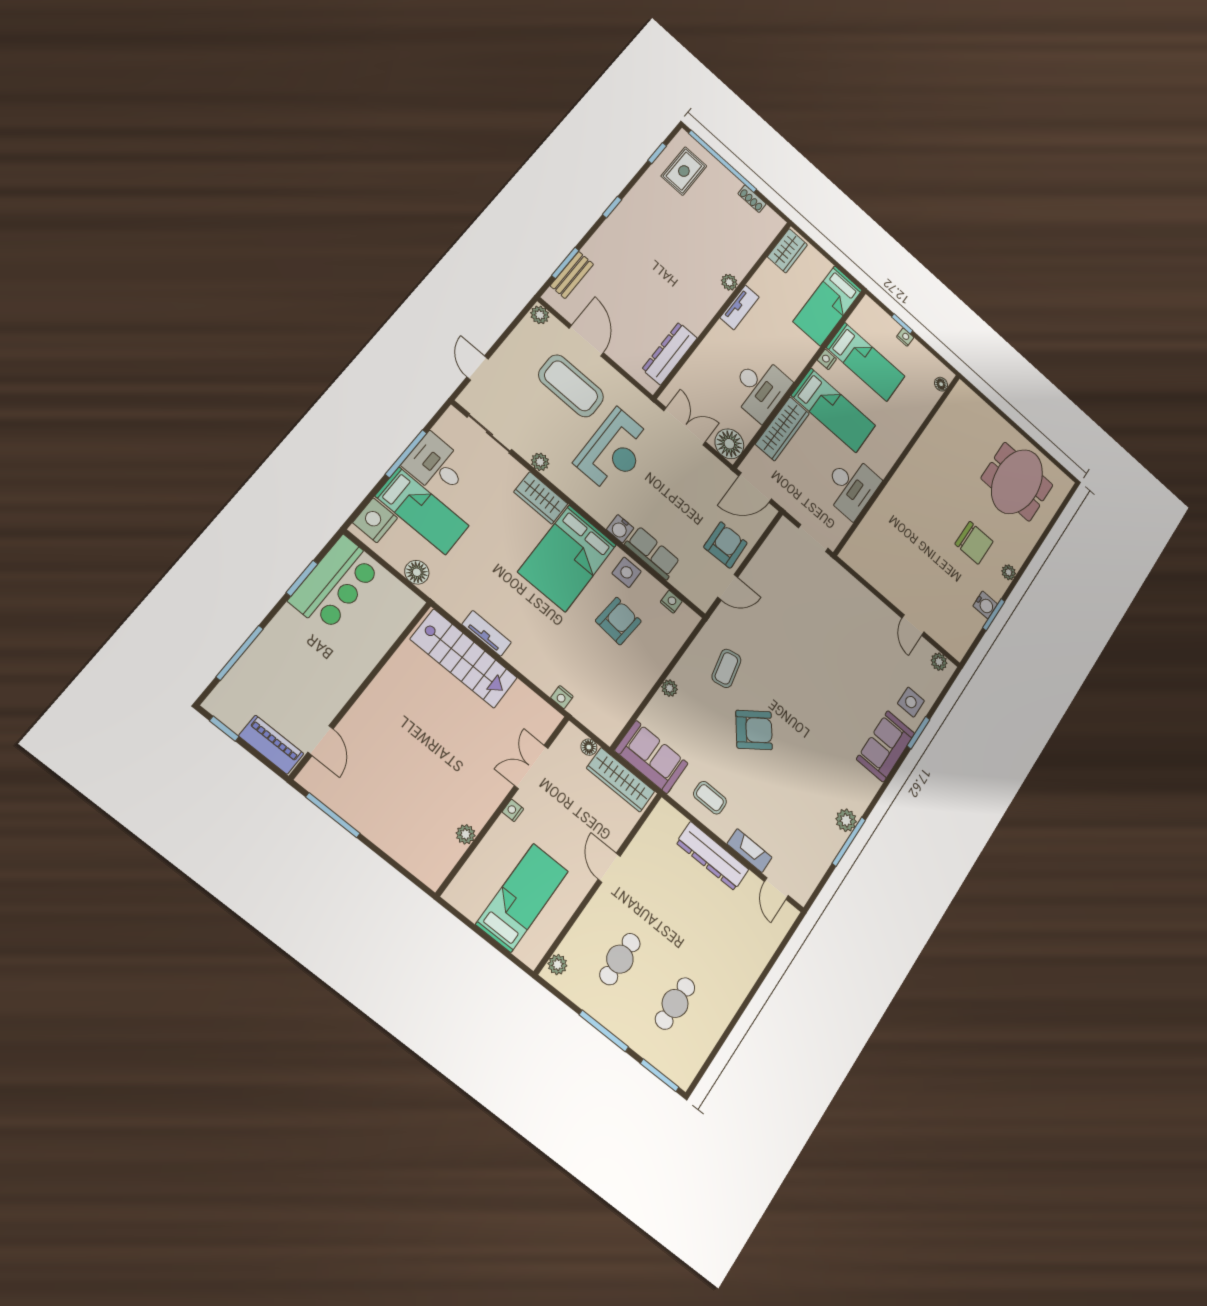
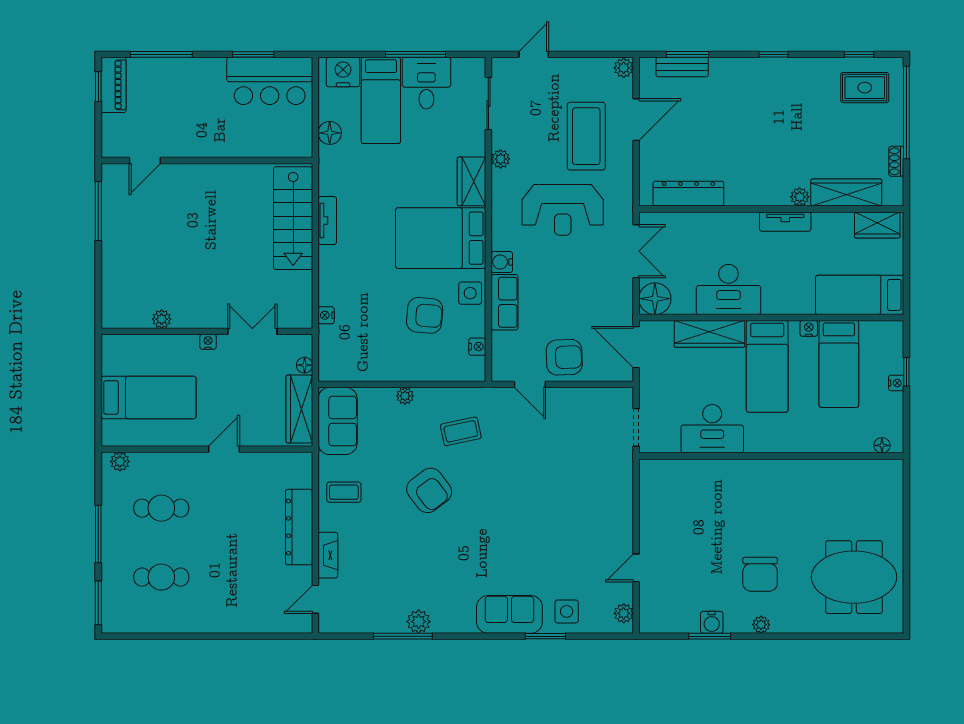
wardrobe: (749, 250) -> (846, 193), added
piano: (271, 745) -> (113, 85), moved
coffee table: (710, 798) -> (344, 492), turned 90

